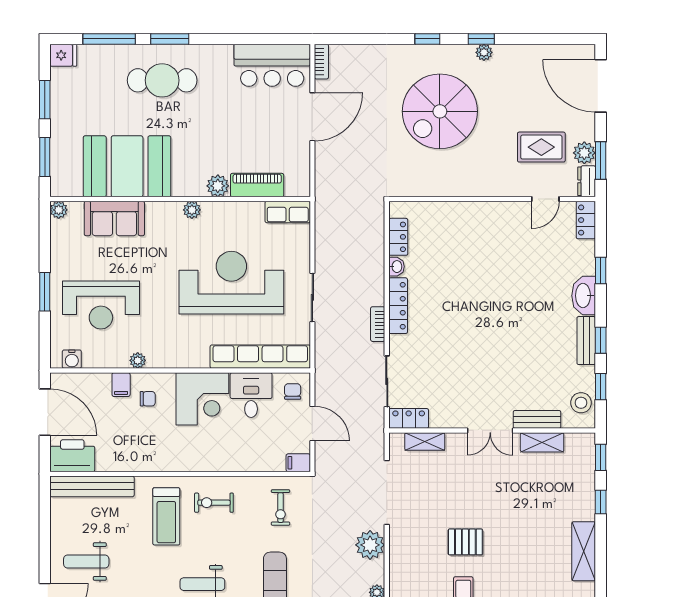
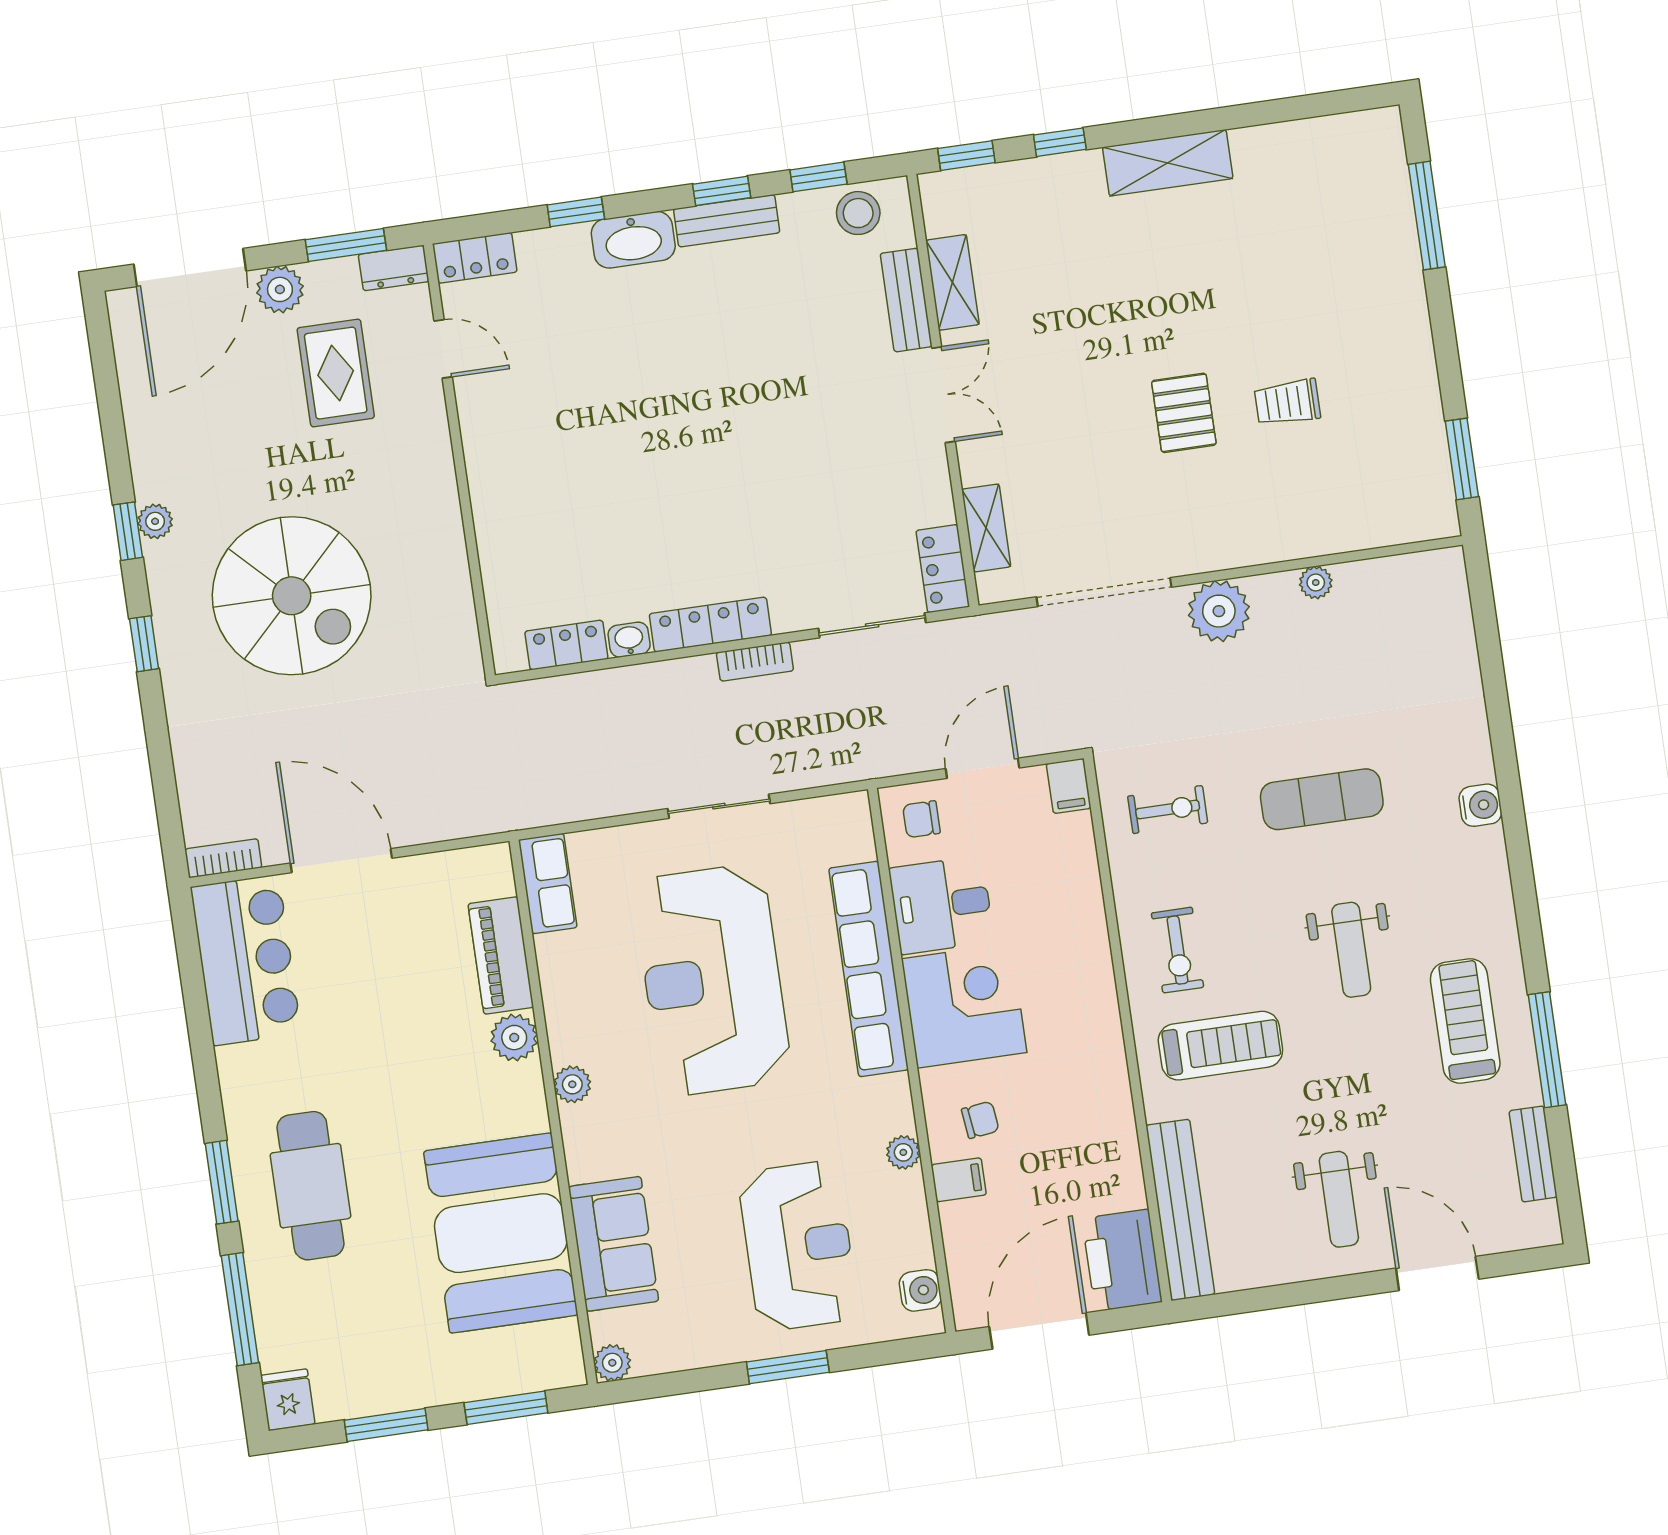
plant: (584, 153) -> (280, 289), moved
row of seats: (260, 357) -> (869, 969), moved
chair: (148, 399) -> (980, 1120), turned 83

